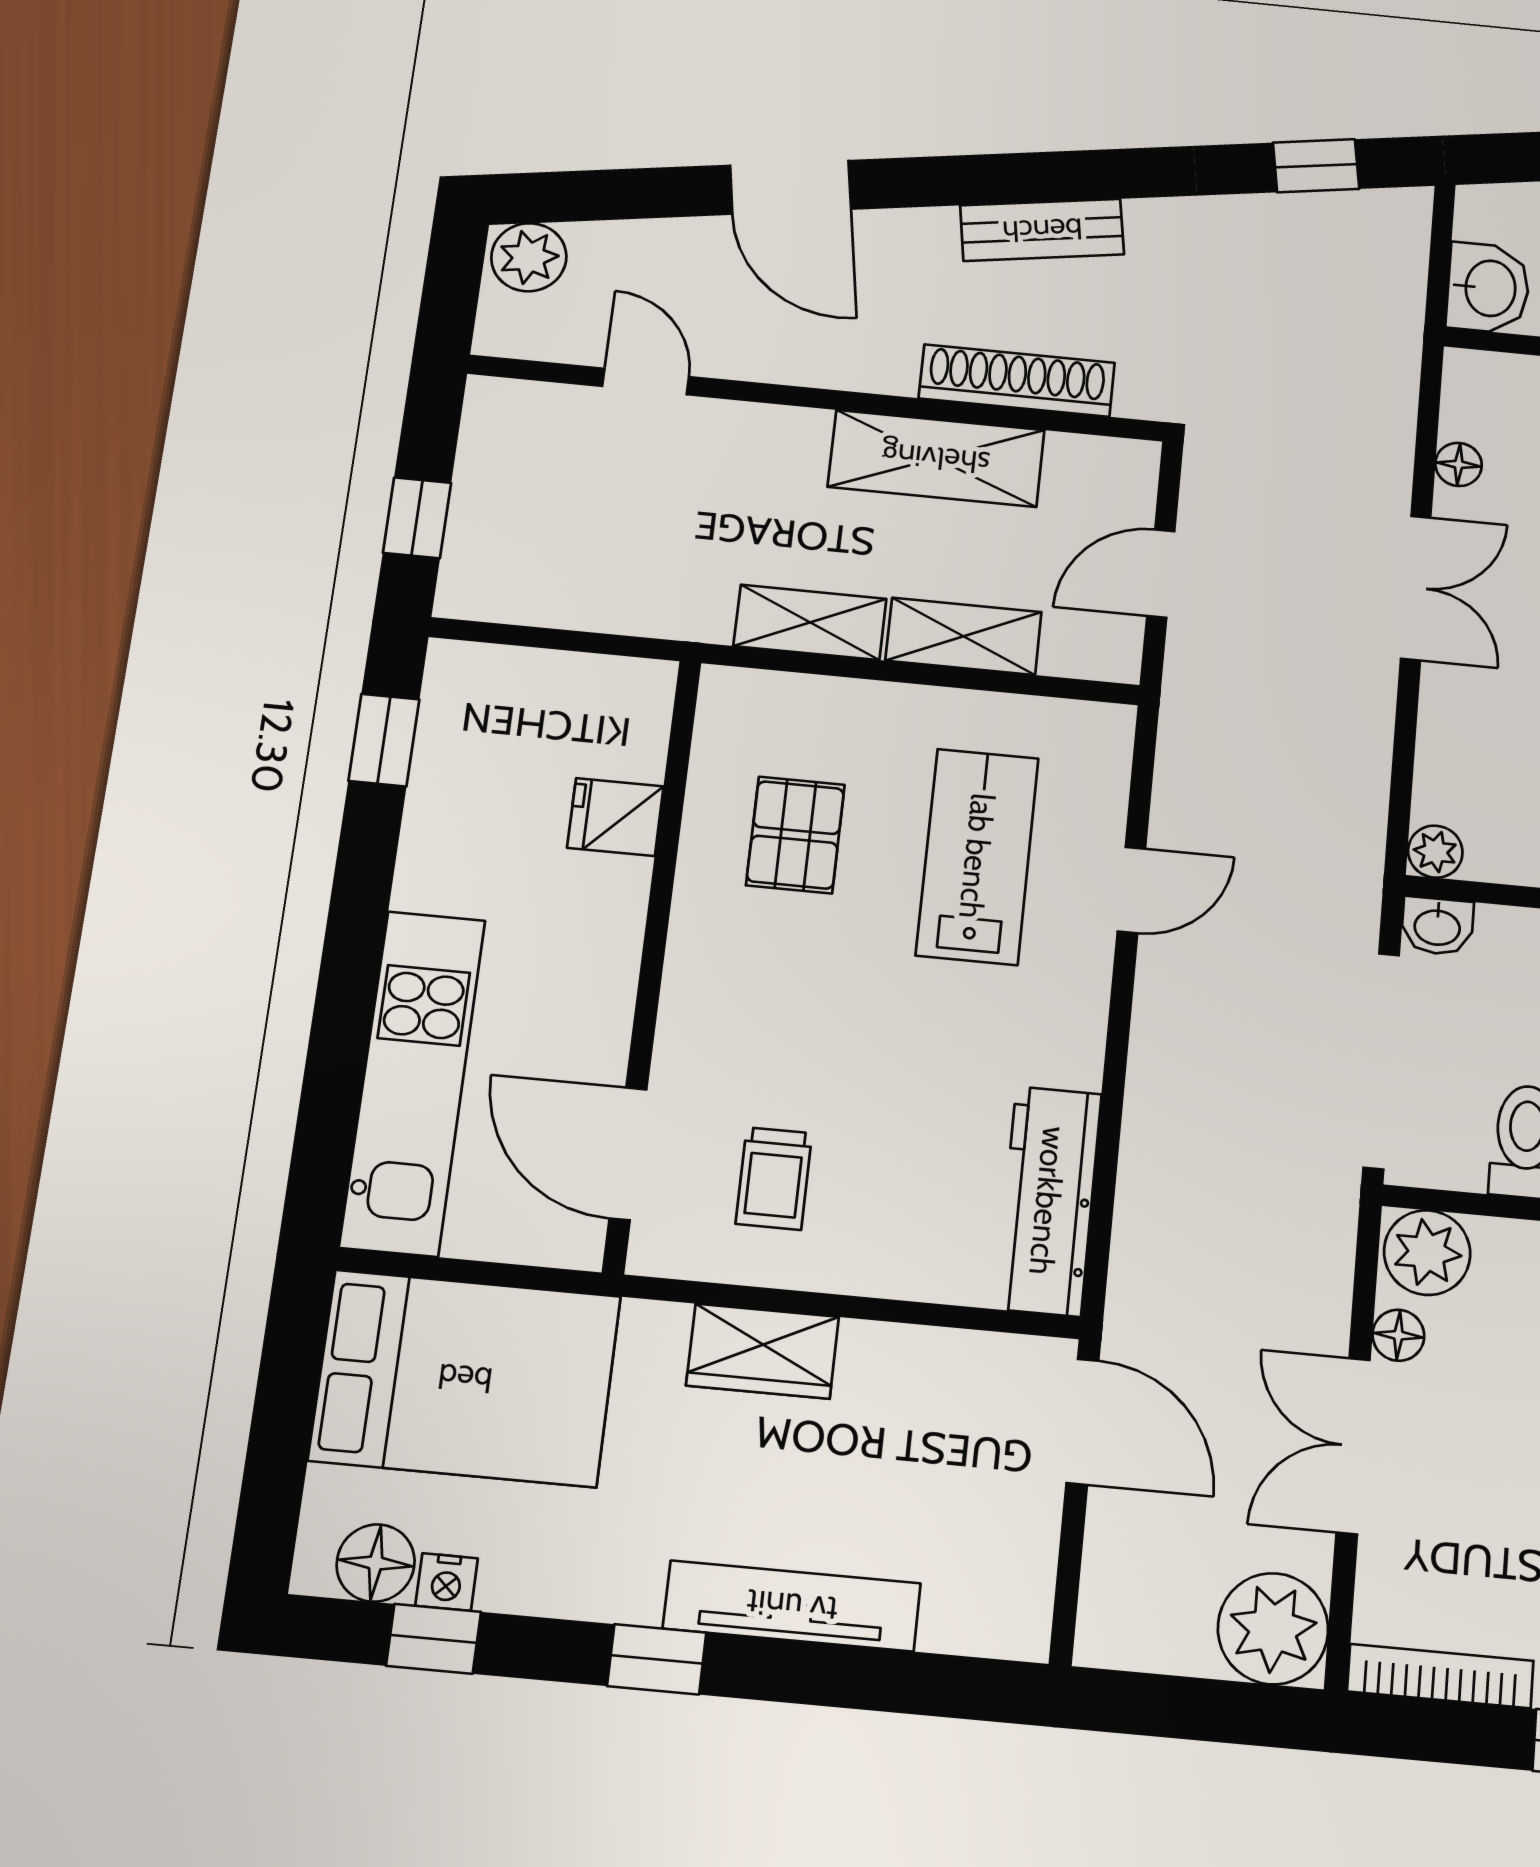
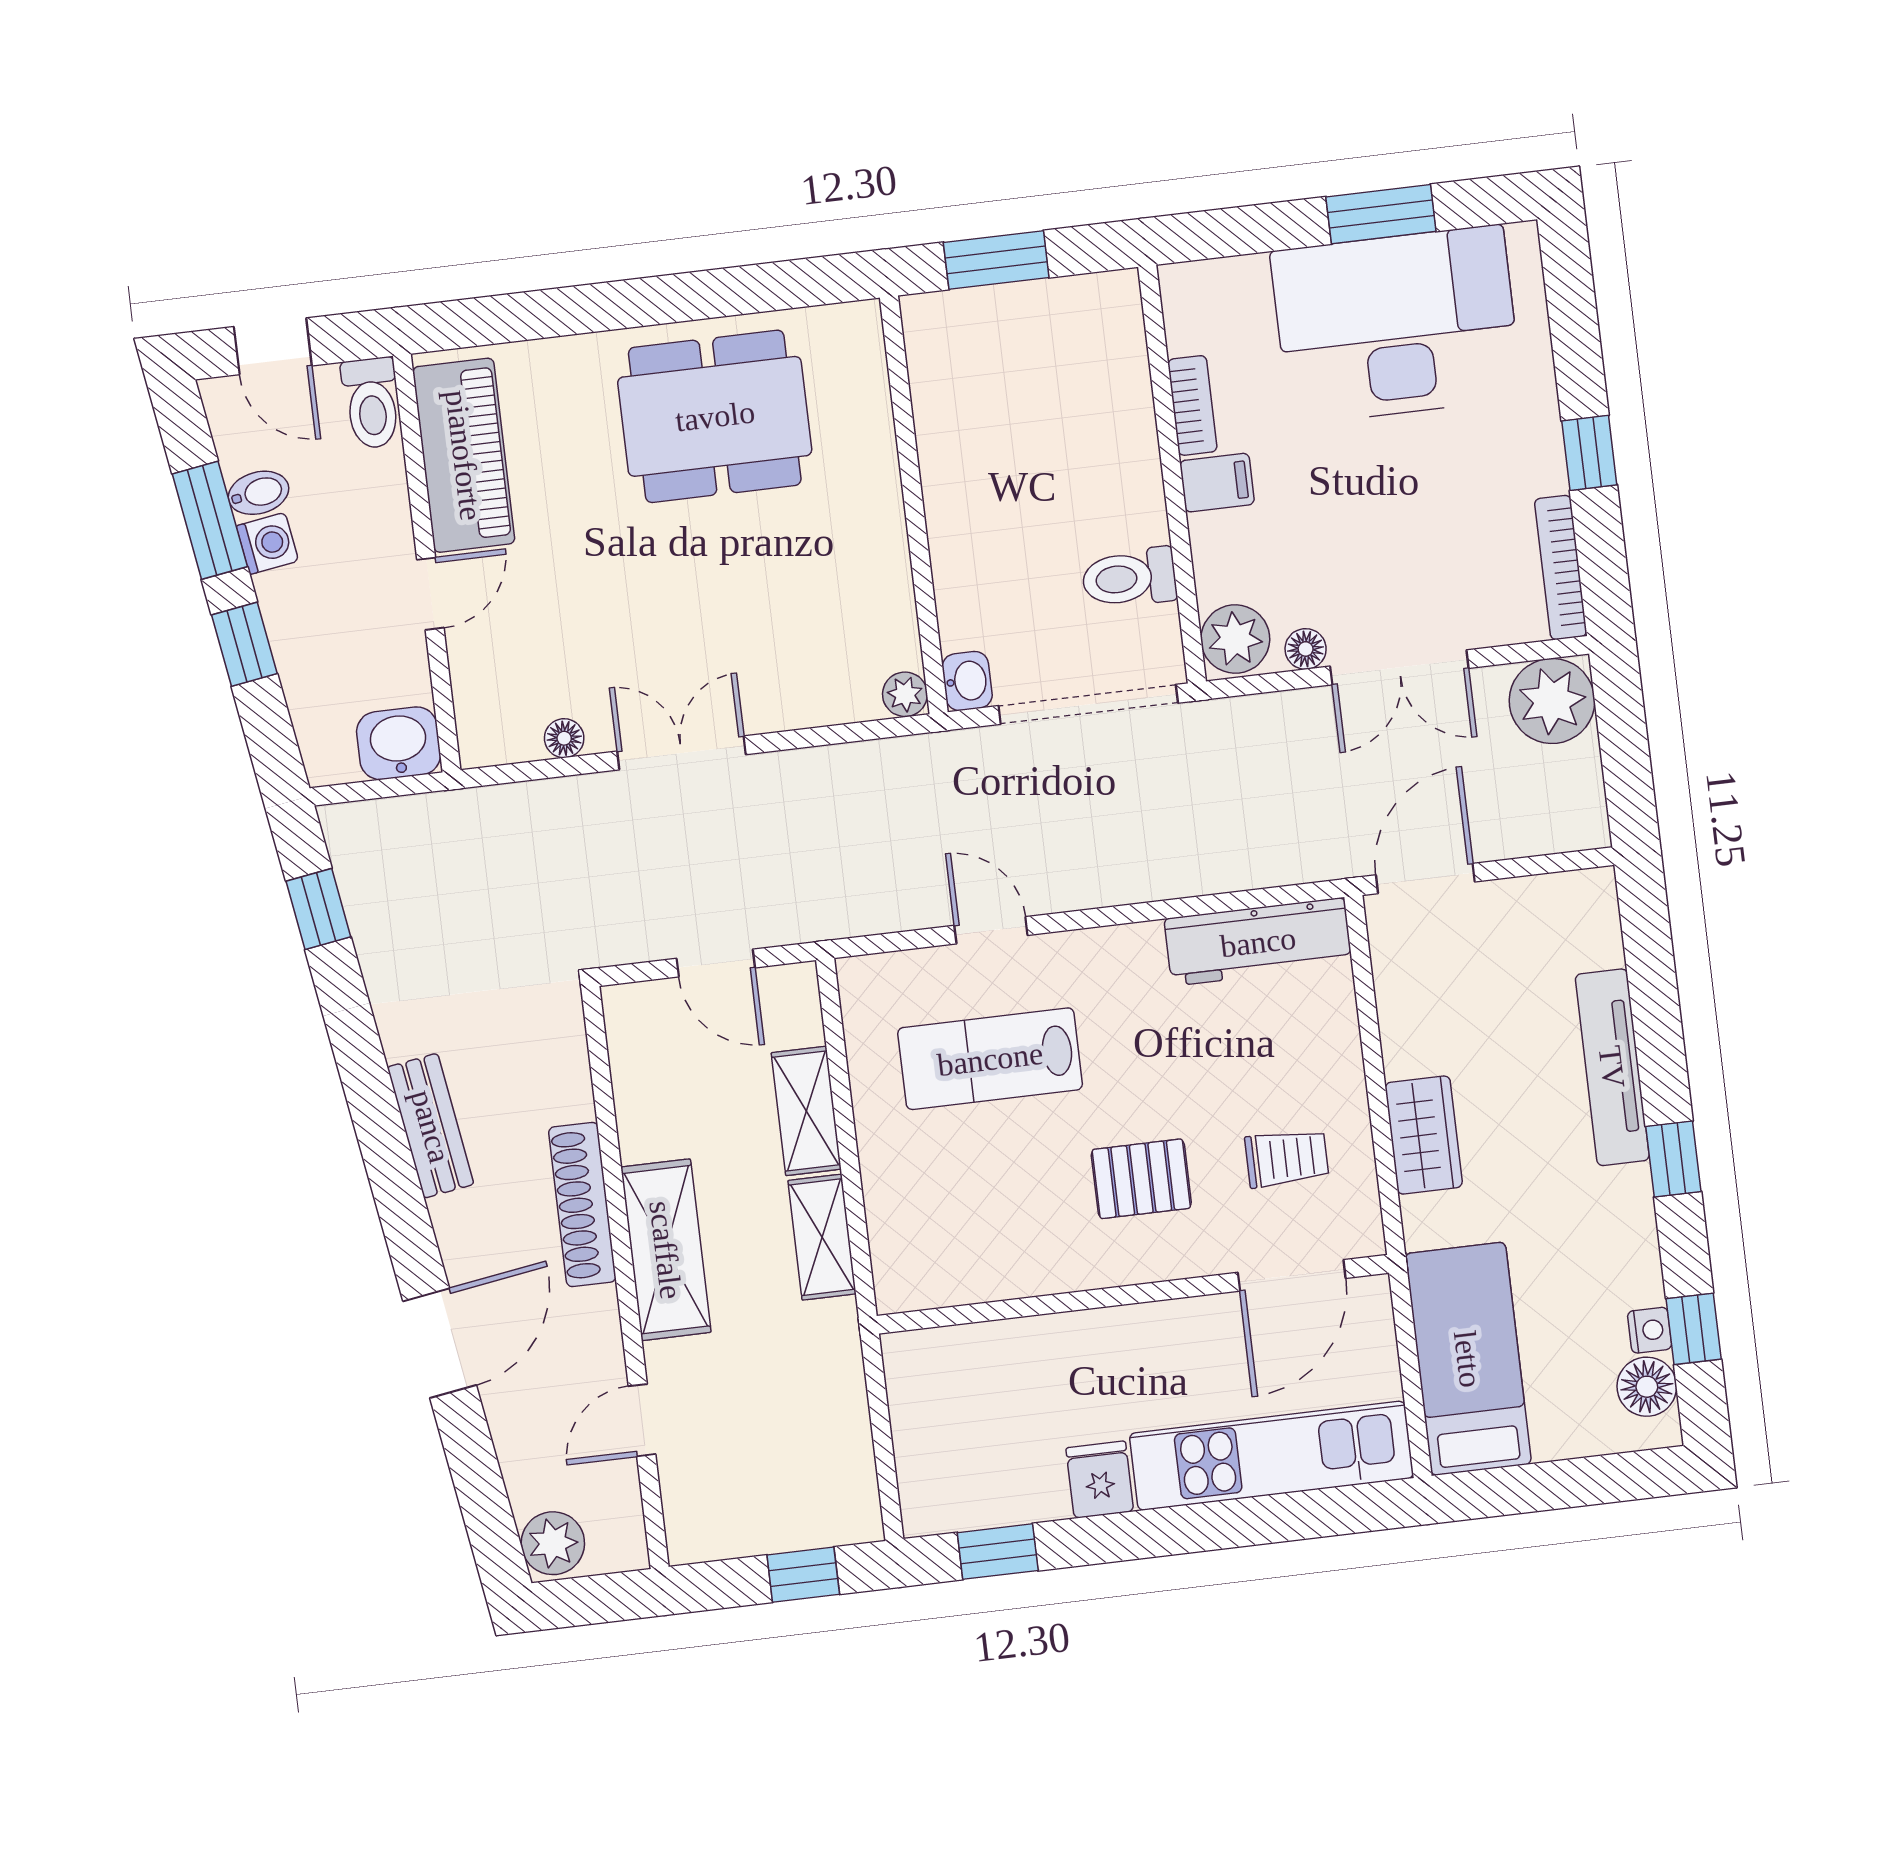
shoe rack: (1017, 381) -> (582, 1204), moved
shelving: (936, 458) -> (666, 1250), moved
fridge: (615, 817) -> (1100, 1480), moved, turned 180
pallet: (795, 835) -> (1141, 1179), moved
bed: (465, 1378) -> (1468, 1359), width x0.67

